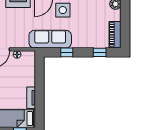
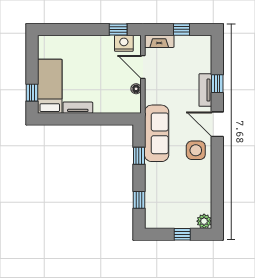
window: (125, 20) -> (182, 234), added
piano: (115, 35) -> (163, 221), removed

